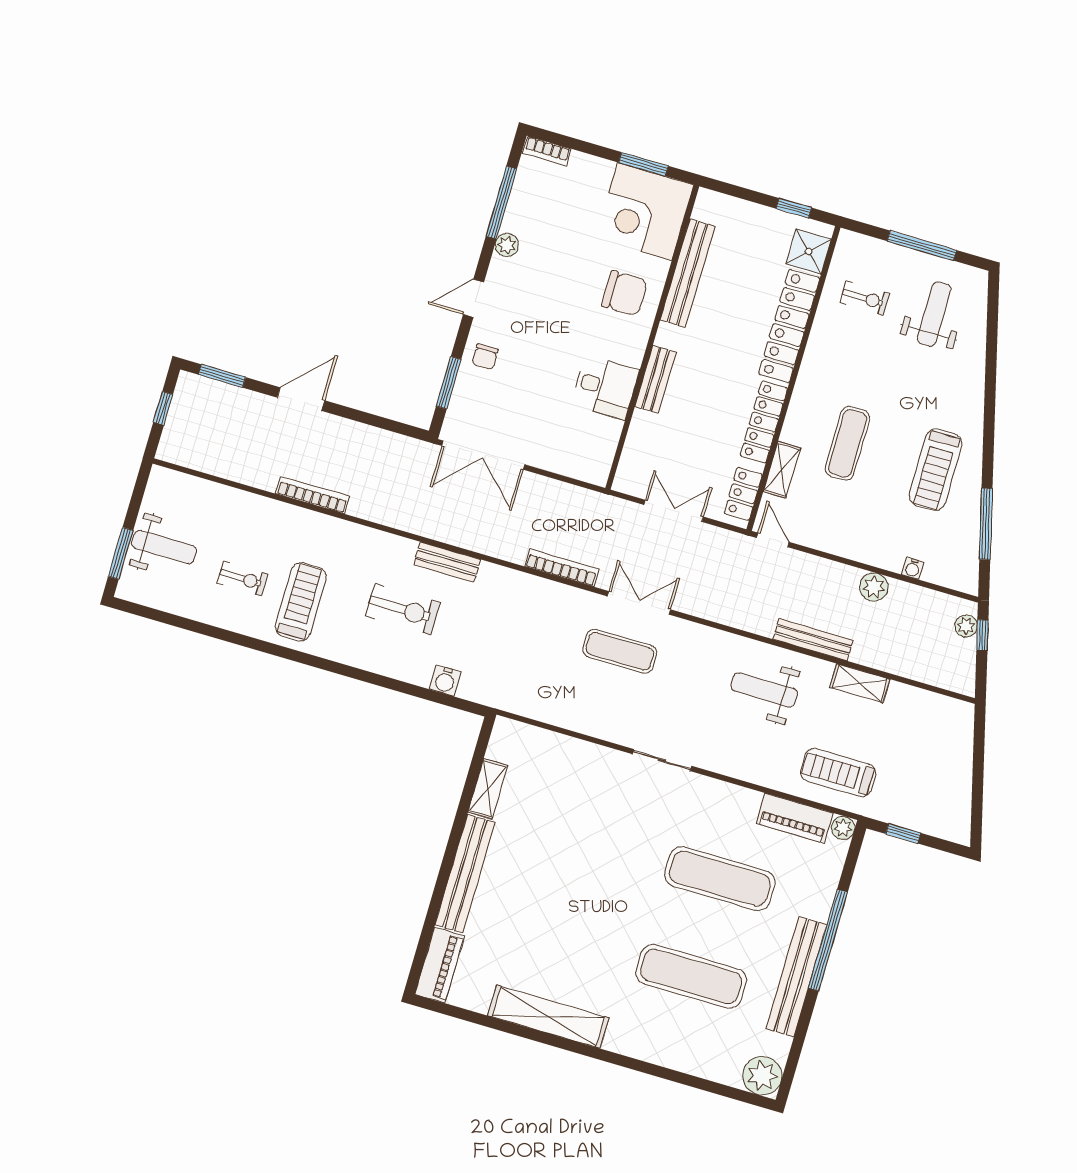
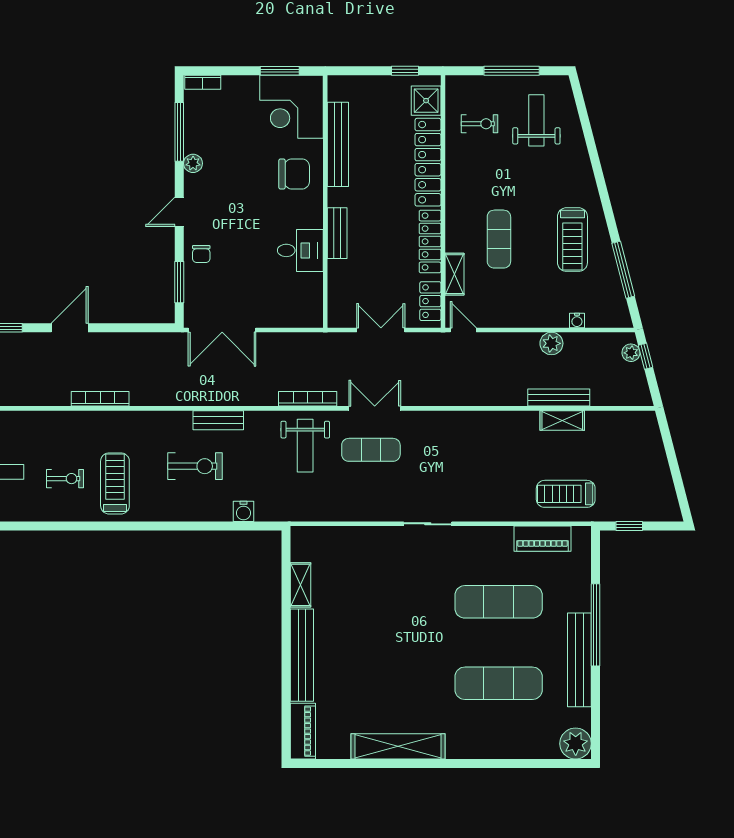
bench: (813, 640) -> (559, 398), moved
weight bench: (764, 690) -> (305, 446), moved, turned -90
plant: (843, 828) -> (582, 535), removed

